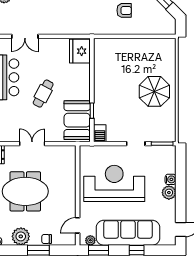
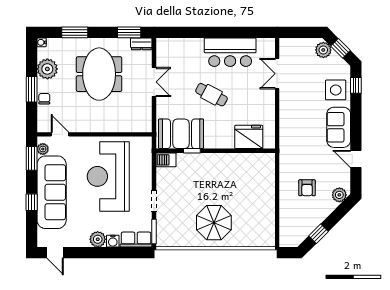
fridge: (80, 51) -> (249, 137), moved
row of seats: (169, 159) -> (136, 240), added
reception desk: (114, 183) -> (108, 176), turned 180

